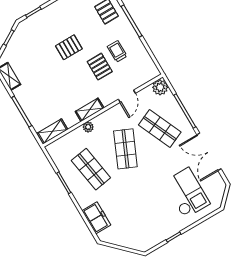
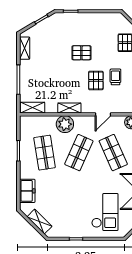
plant: (88, 127) -> (65, 124), width x1.88, depth x1.88
shelving: (127, 241) -> (39, 222), added

